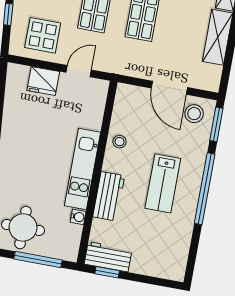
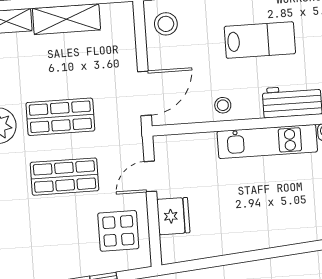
door: (79, 71) -> (150, 176), hinge flipped
door: (169, 88) -> (144, 93), moved

